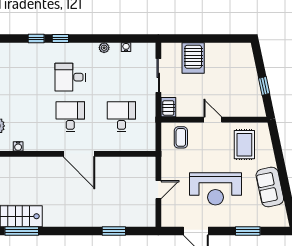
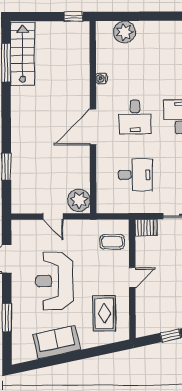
desk: (70, 117) -> (135, 117), turned 90
rug: (244, 145) -> (104, 313), turned 90
water cooler: (18, 146) -> (101, 78), moved
plant: (144, 167) -> (79, 200), added

